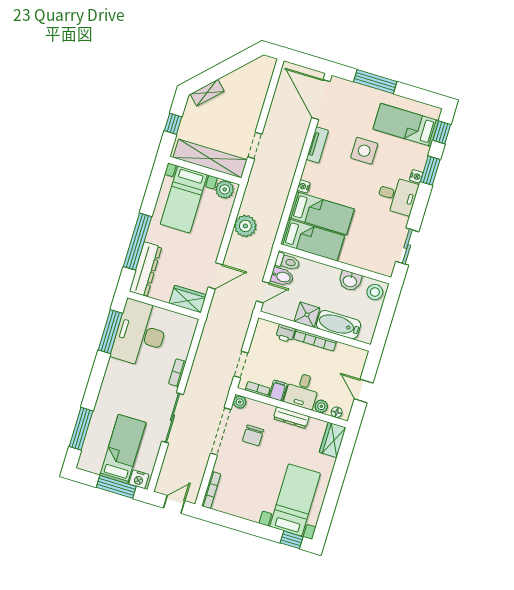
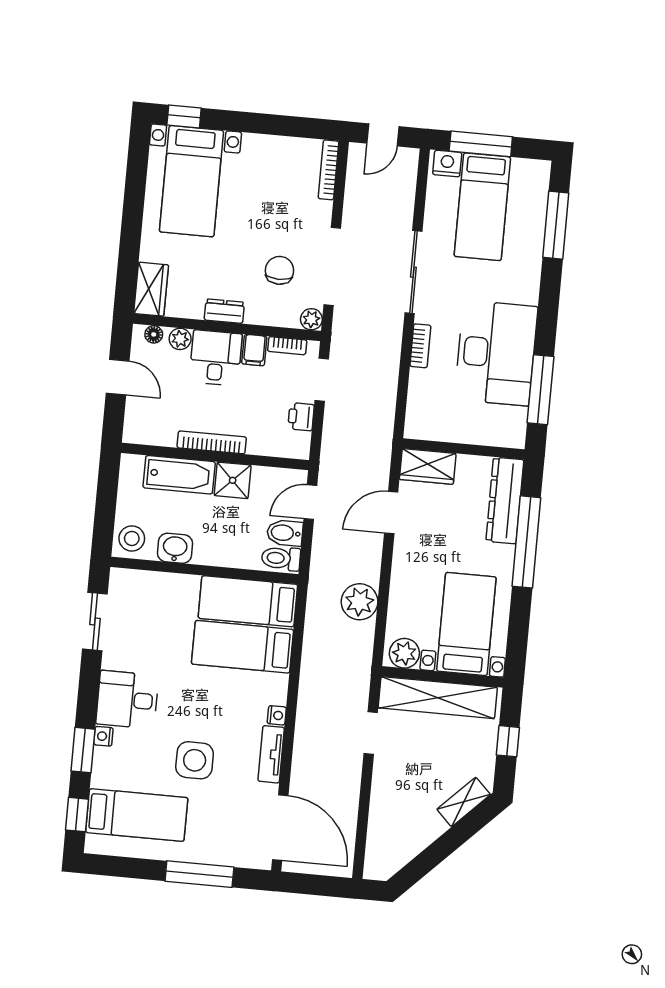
nightstand: (304, 186) -> (277, 715), moved
printer: (285, 333) -> (301, 417), moved, turned -90
desk: (140, 334) -> (496, 353), moved
dresser: (291, 418) -> (224, 311), width x0.70

